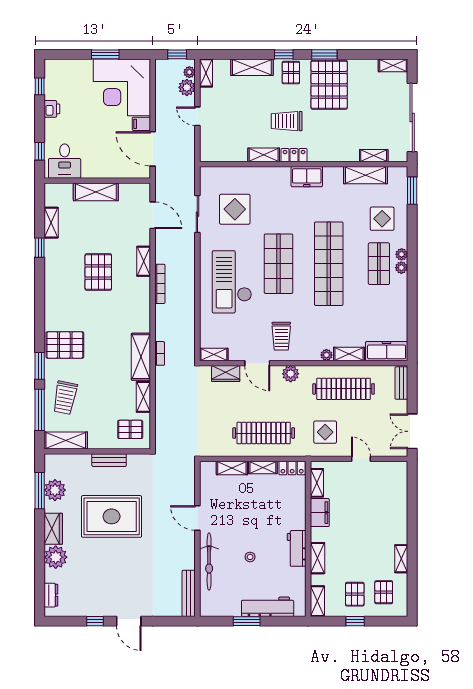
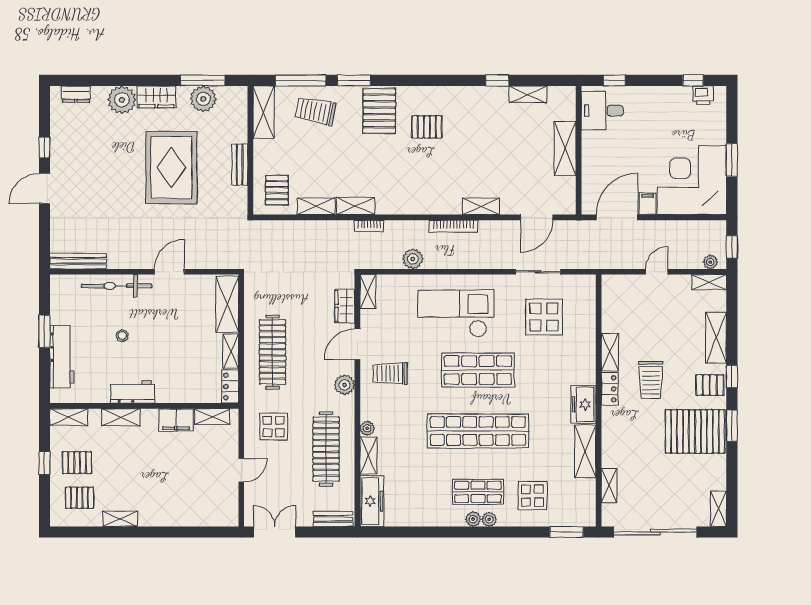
plant: (187, 87) -> (413, 259), moved
printer: (52, 109) -> (703, 95), moved
trolley: (287, 121) -> (651, 380), turned 180
shelving: (365, 175) -> (585, 451), moved
pallet: (98, 272) -> (427, 127), moved, width x0.67, depth x0.71
shelving: (141, 357) -> (356, 206), width x0.67, depth x0.75
shelving: (232, 468) -> (227, 304), width x1.50, depth x1.33

